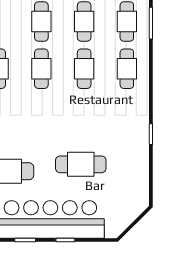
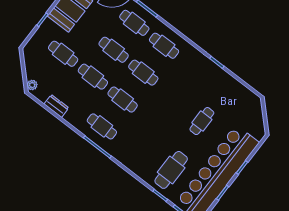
cafe table: (81, 164) -> (202, 121), width x0.73, depth x0.74

